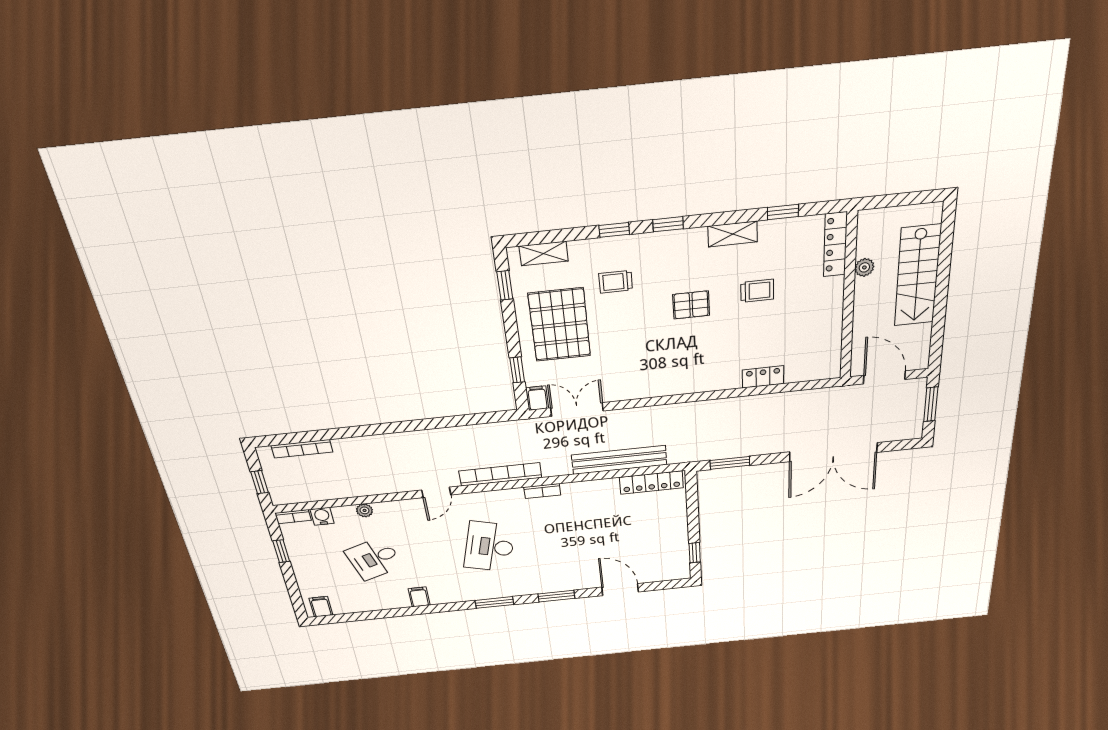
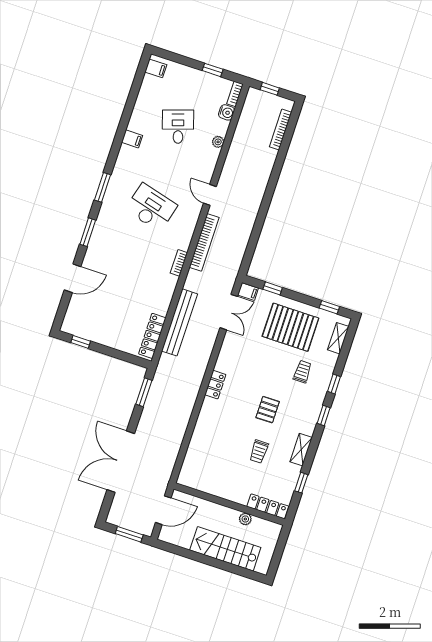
locker: (763, 377) -> (215, 385), moved

